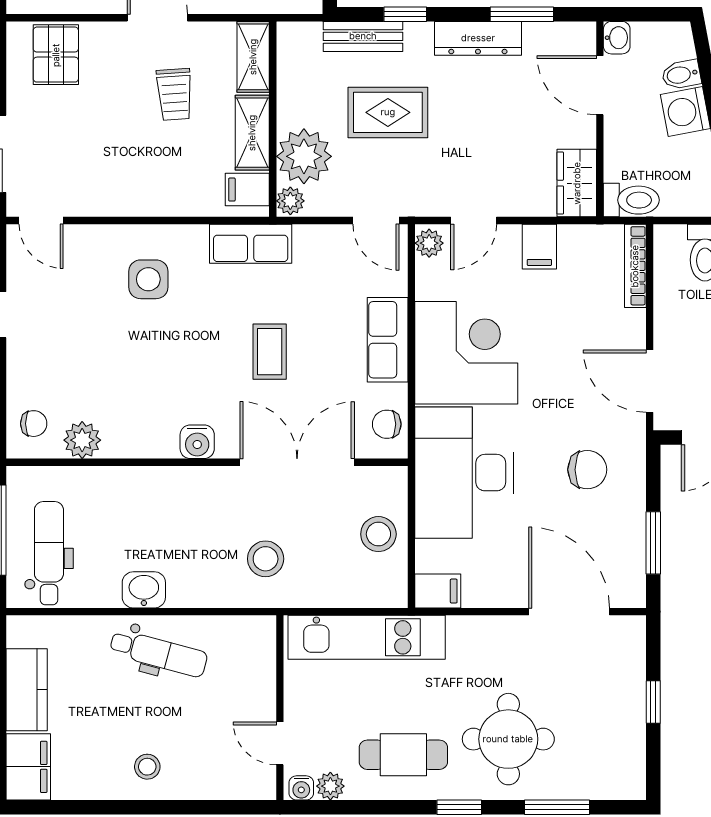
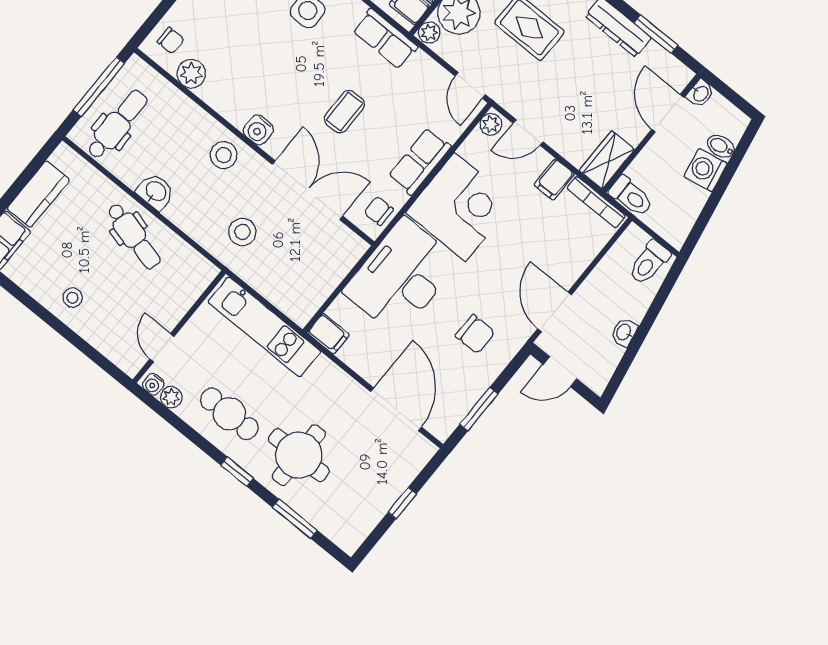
bookcase: (635, 266) -> (596, 202), moved, turned -90
stool: (378, 534) -> (224, 155), moved

